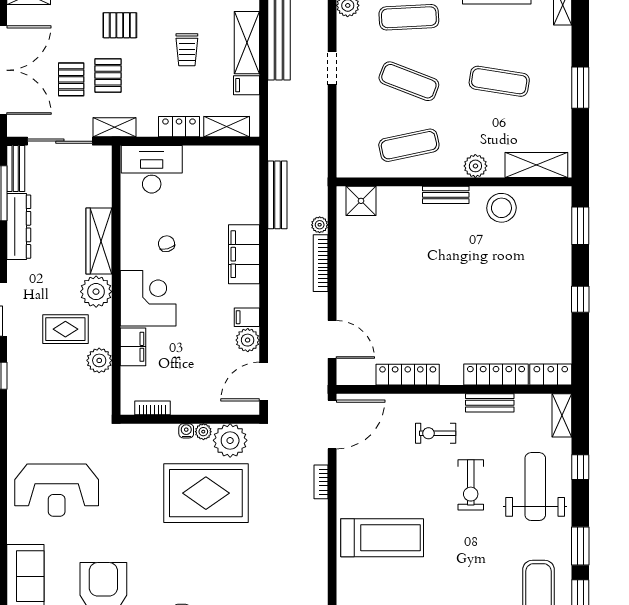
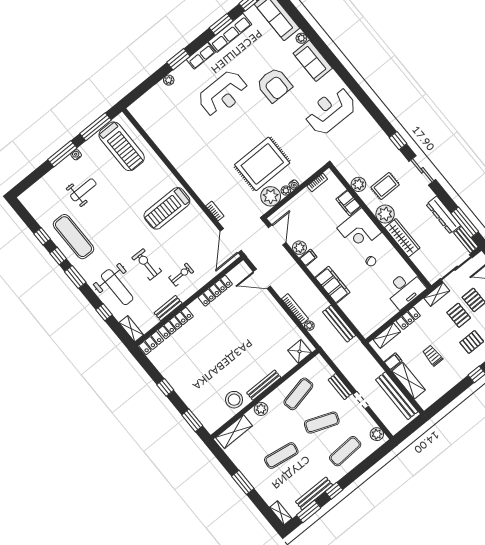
bench: (345, 109) -> (340, 387), added
bench: (446, 195) -> (264, 385), width x1.36

